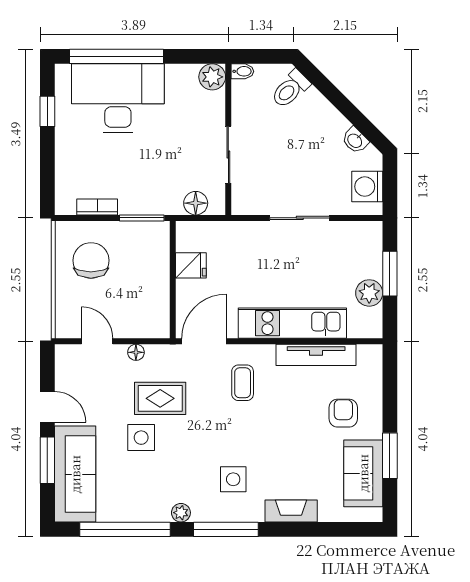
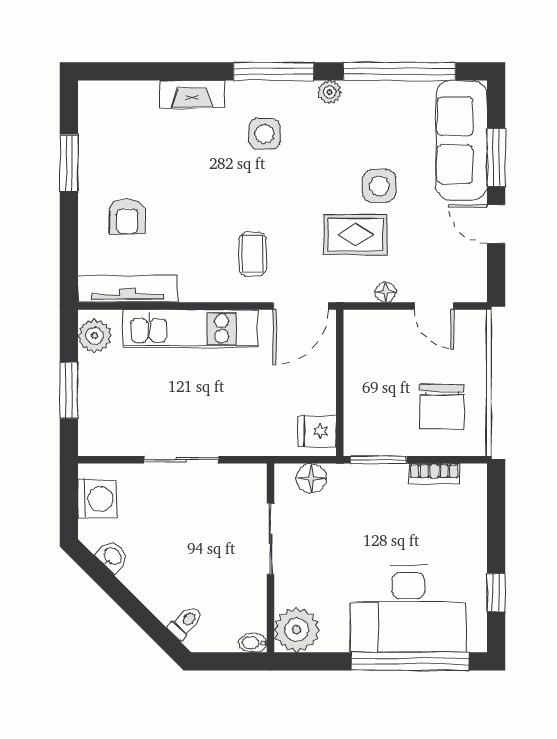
plant: (212, 77) -> (297, 630), width x1.36, depth x1.36
toilet: (290, 89) -> (186, 622), width x0.73, depth x0.72
fridge: (191, 265) -> (317, 431), moved
plant: (369, 293) -> (95, 336), moved
tv unit: (316, 355) -> (128, 289), moved
sofa: (363, 473) -> (102, 141), removed

